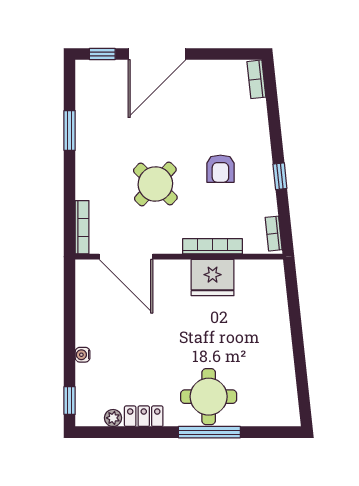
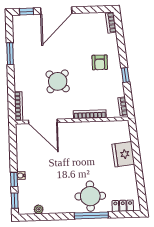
armchair: (220, 169) -> (100, 62), moved
fridge: (213, 278) -> (123, 154), moved, turned 84
window: (70, 362) -> (14, 179), added
locker: (144, 416) -> (123, 206), moved

